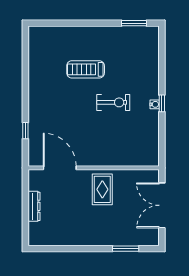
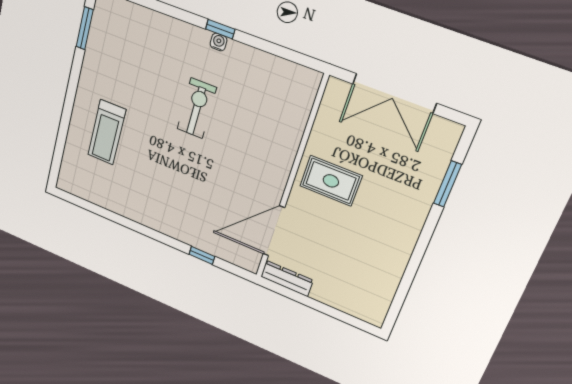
treadmill: (86, 69) -> (107, 132), moved
dresser: (34, 206) -> (287, 278), moved

